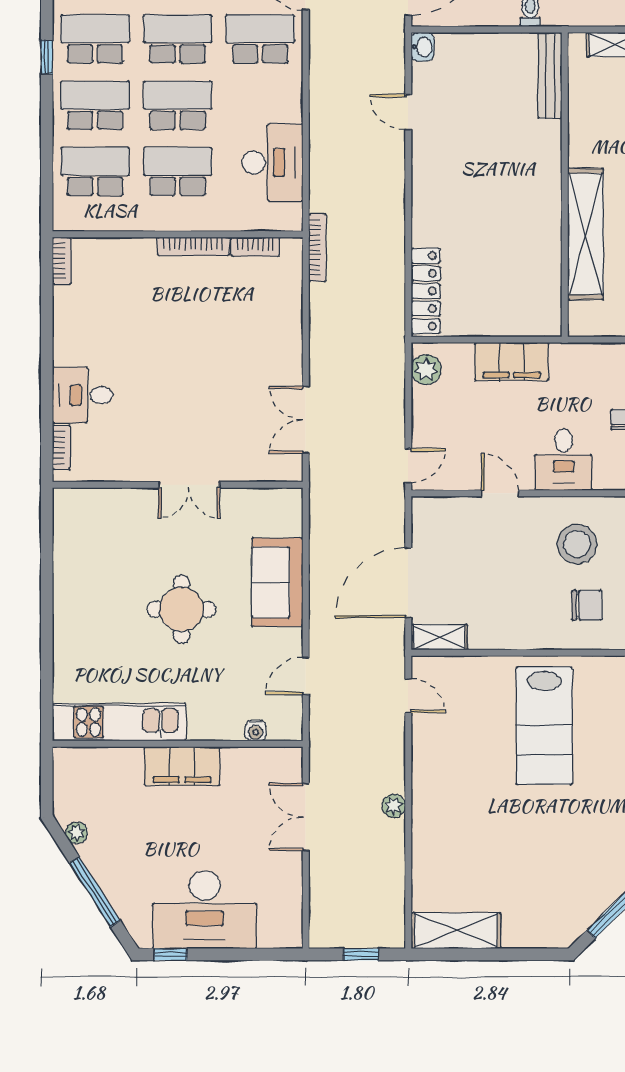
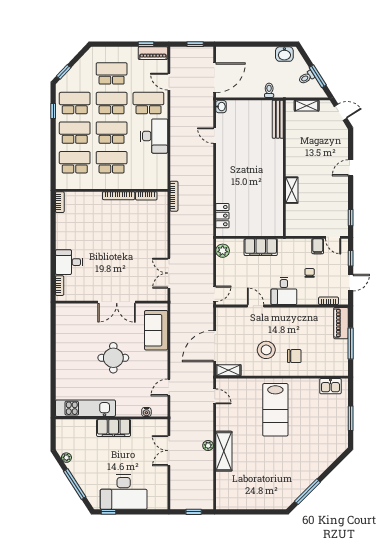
desk: (273, 163) -> (154, 136), moved
shelving: (585, 234) -> (292, 190), width x0.45, depth x0.75
locker: (426, 291) -> (222, 216), width x0.66
double door: (189, 485) -> (117, 302), width x1.37
stool: (577, 544) -> (266, 350), moved
sofa: (277, 582) -> (156, 330), moved
shelving: (456, 931) -> (224, 451), moved, turned 90

